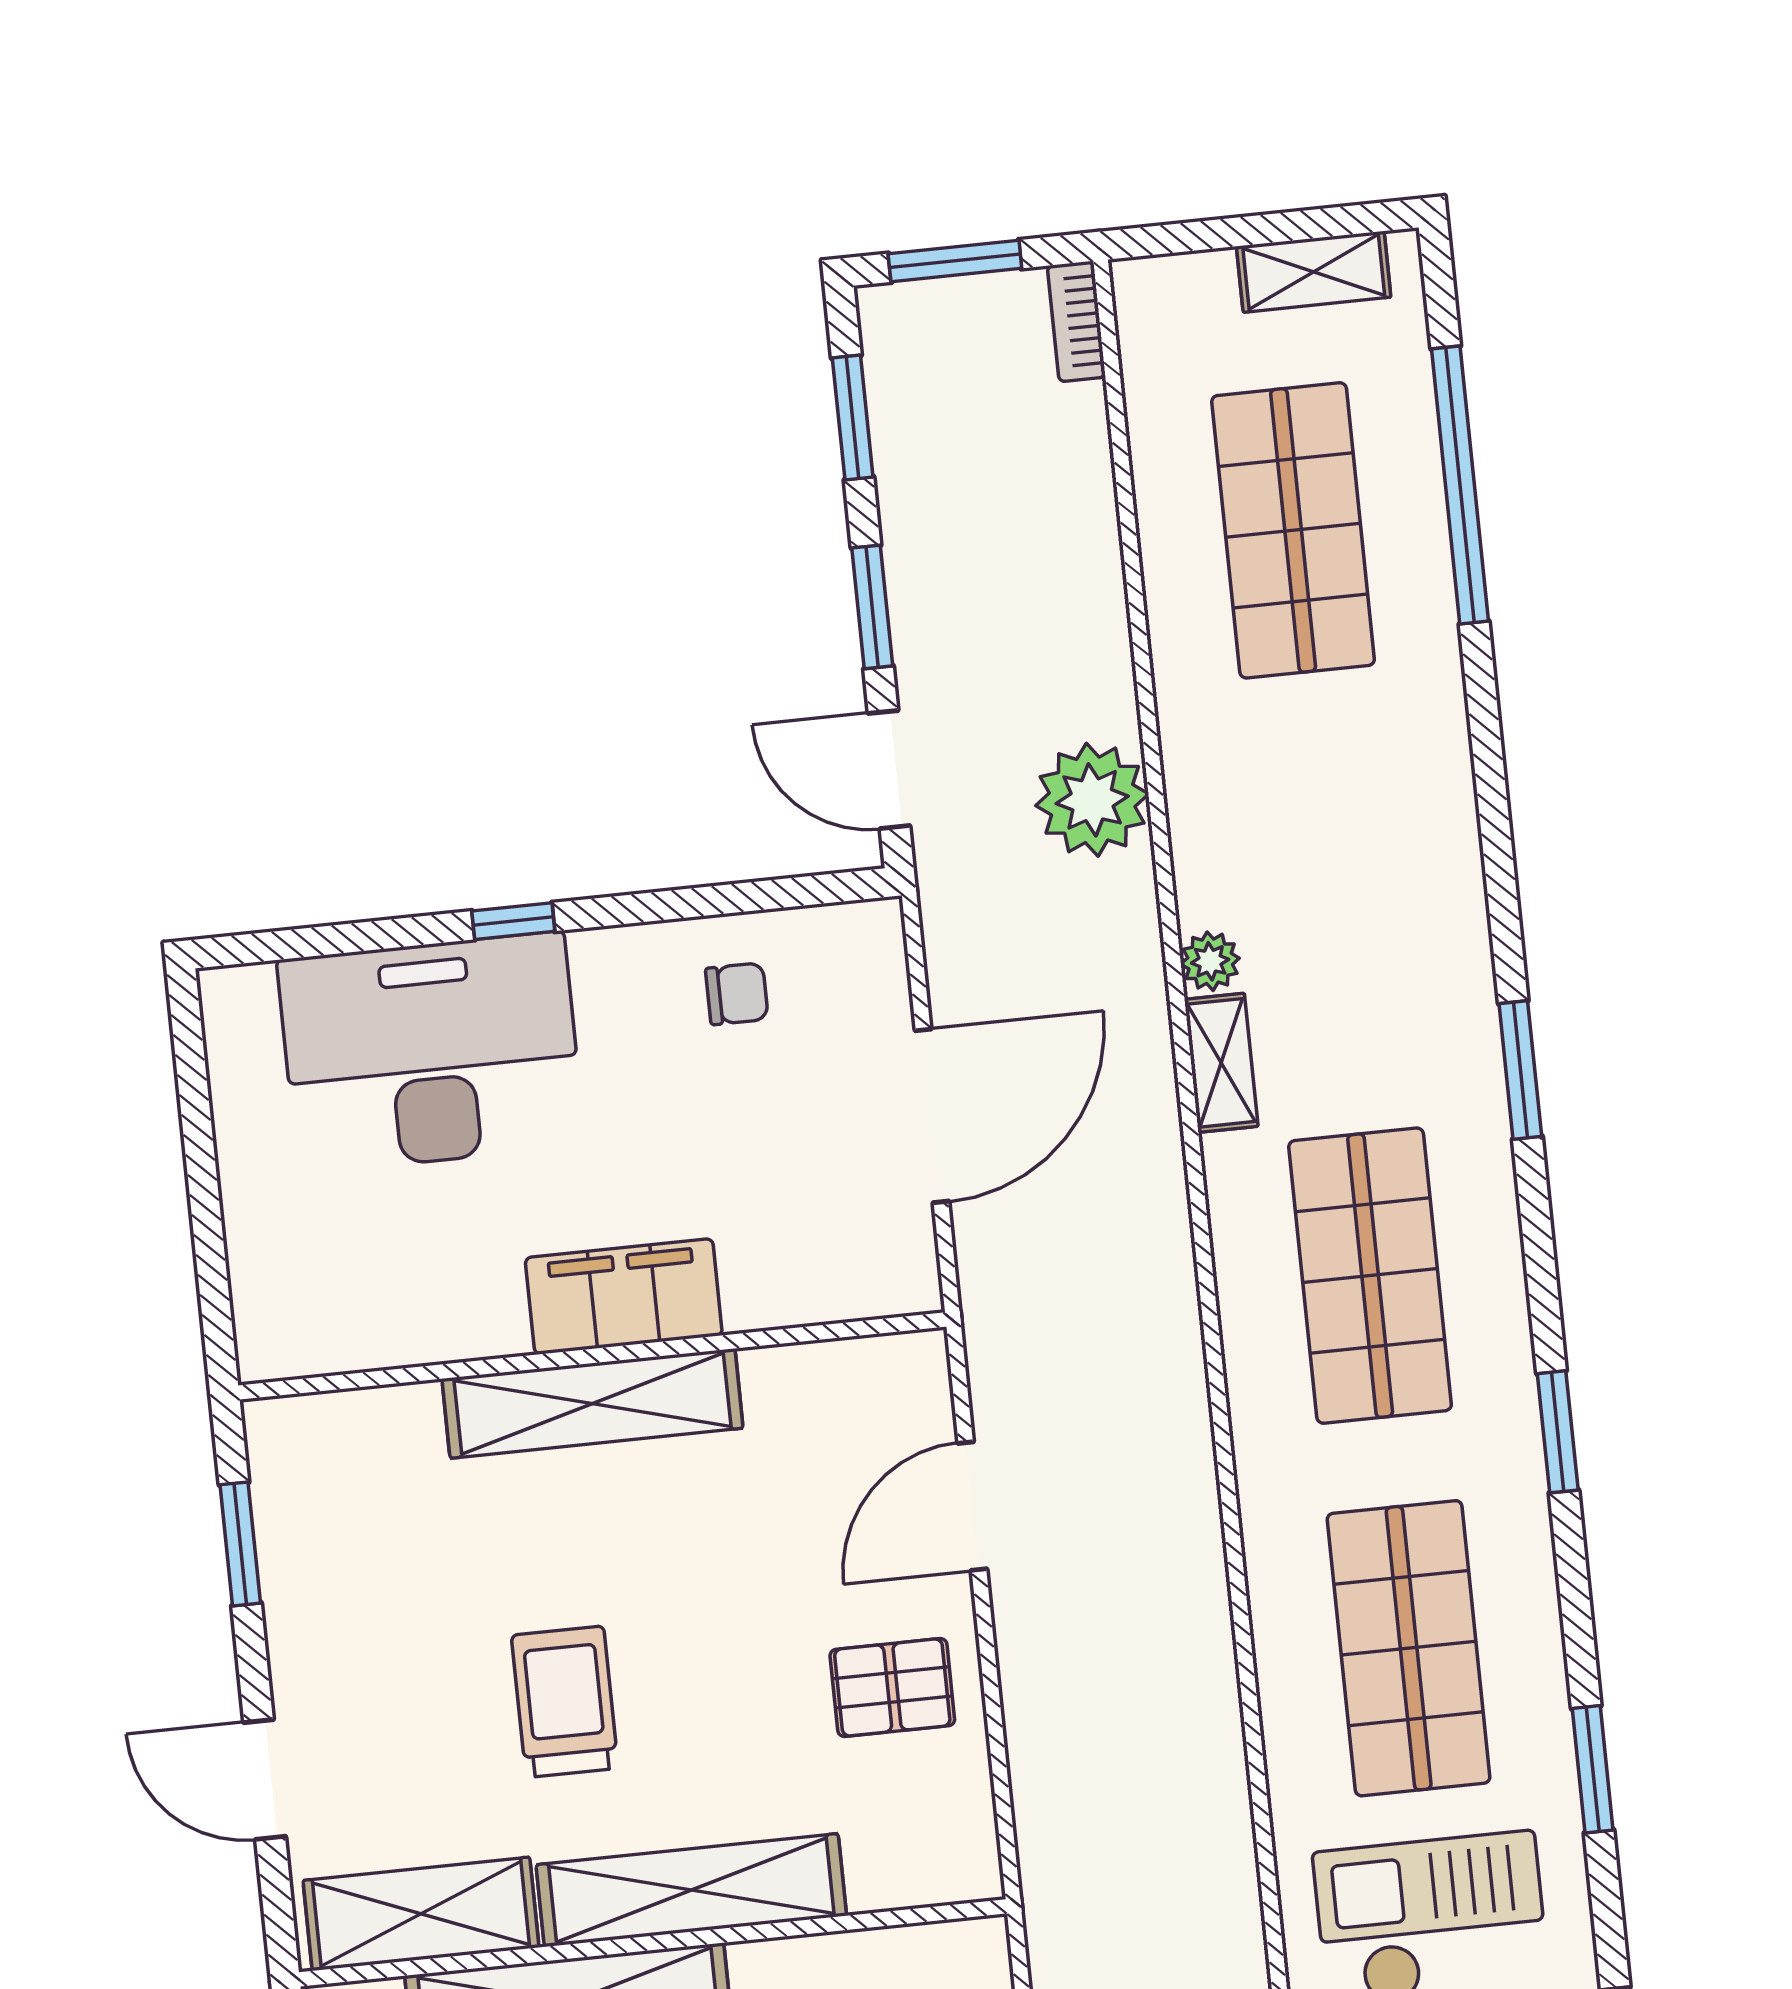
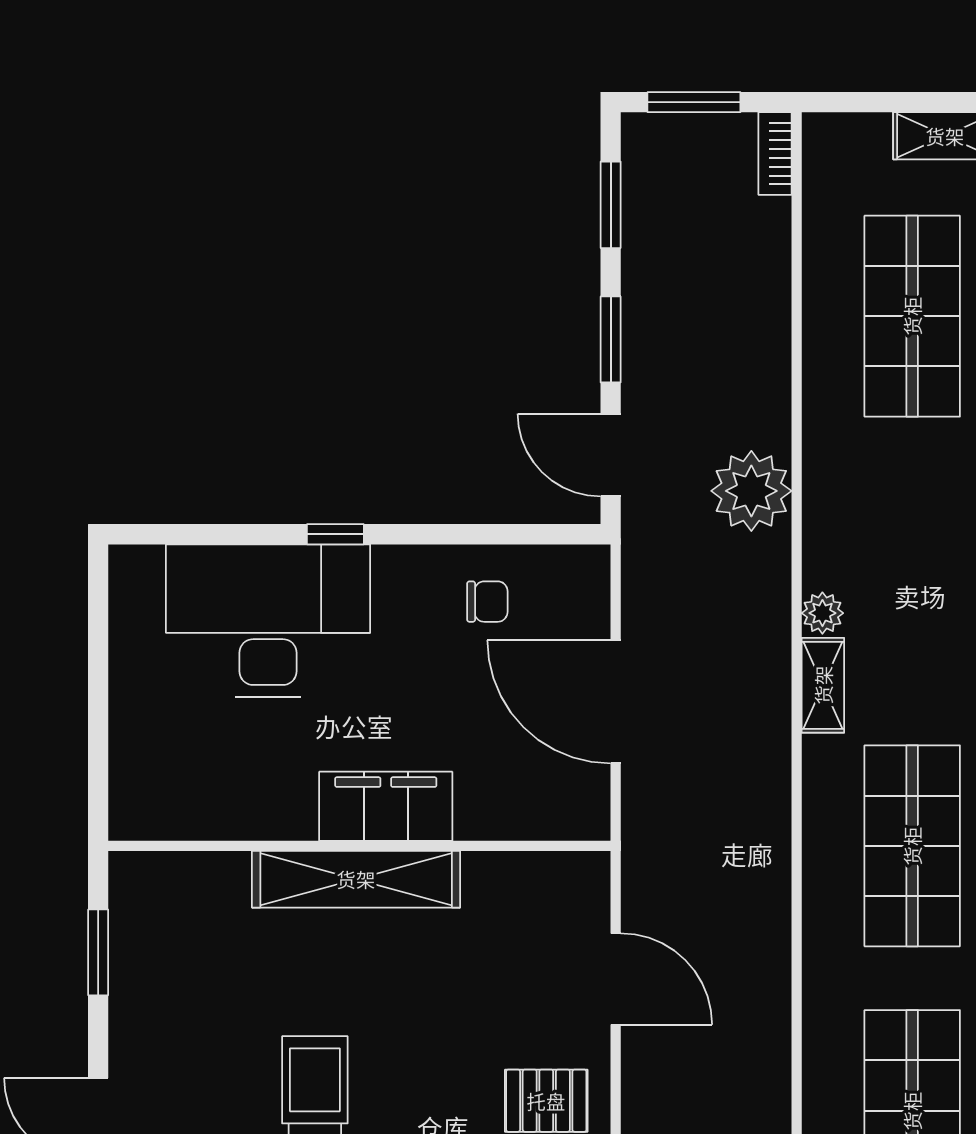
door: (932, 1116) -> (616, 702), swing flipped
door: (972, 1506) -> (616, 979), swing flipped

